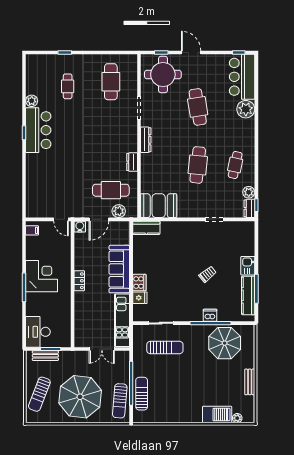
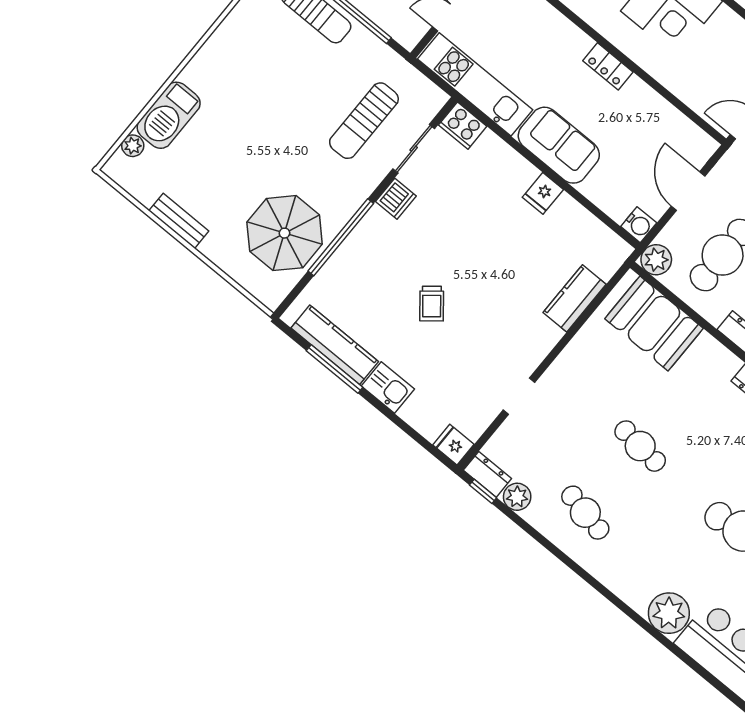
cafe table: (198, 165) -> (640, 446), width x0.73, depth x0.74
booth: (159, 206) -> (654, 323), moved, turned 90
plant: (119, 211) -> (656, 260), moved
water cooler: (80, 227) -> (639, 225), moved
kitchen counter: (146, 228) -> (575, 298), moved
fridge: (249, 228) -> (453, 445), added
sofa: (119, 269) -> (559, 145), width x0.73
cooker: (139, 283) -> (463, 126), moved
fridge: (140, 298) -> (543, 193), moved
dishwasher: (210, 315) -> (396, 199), moved

